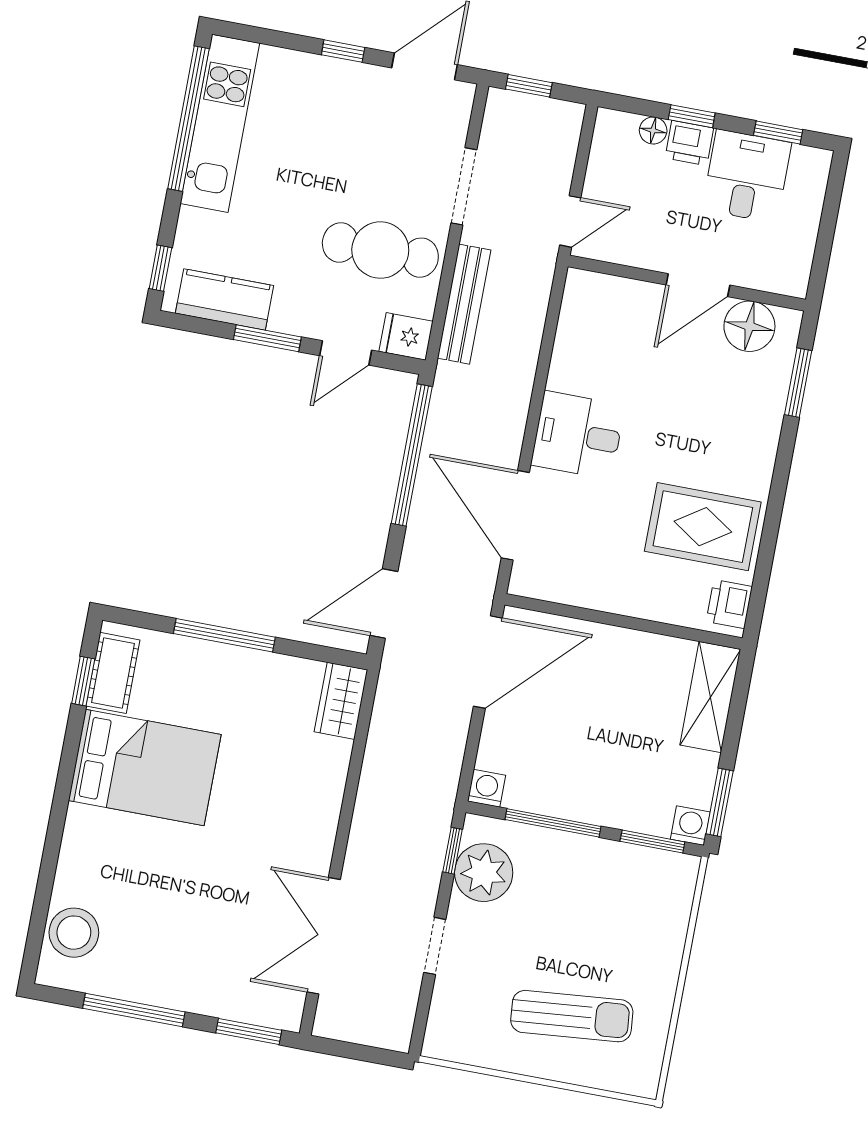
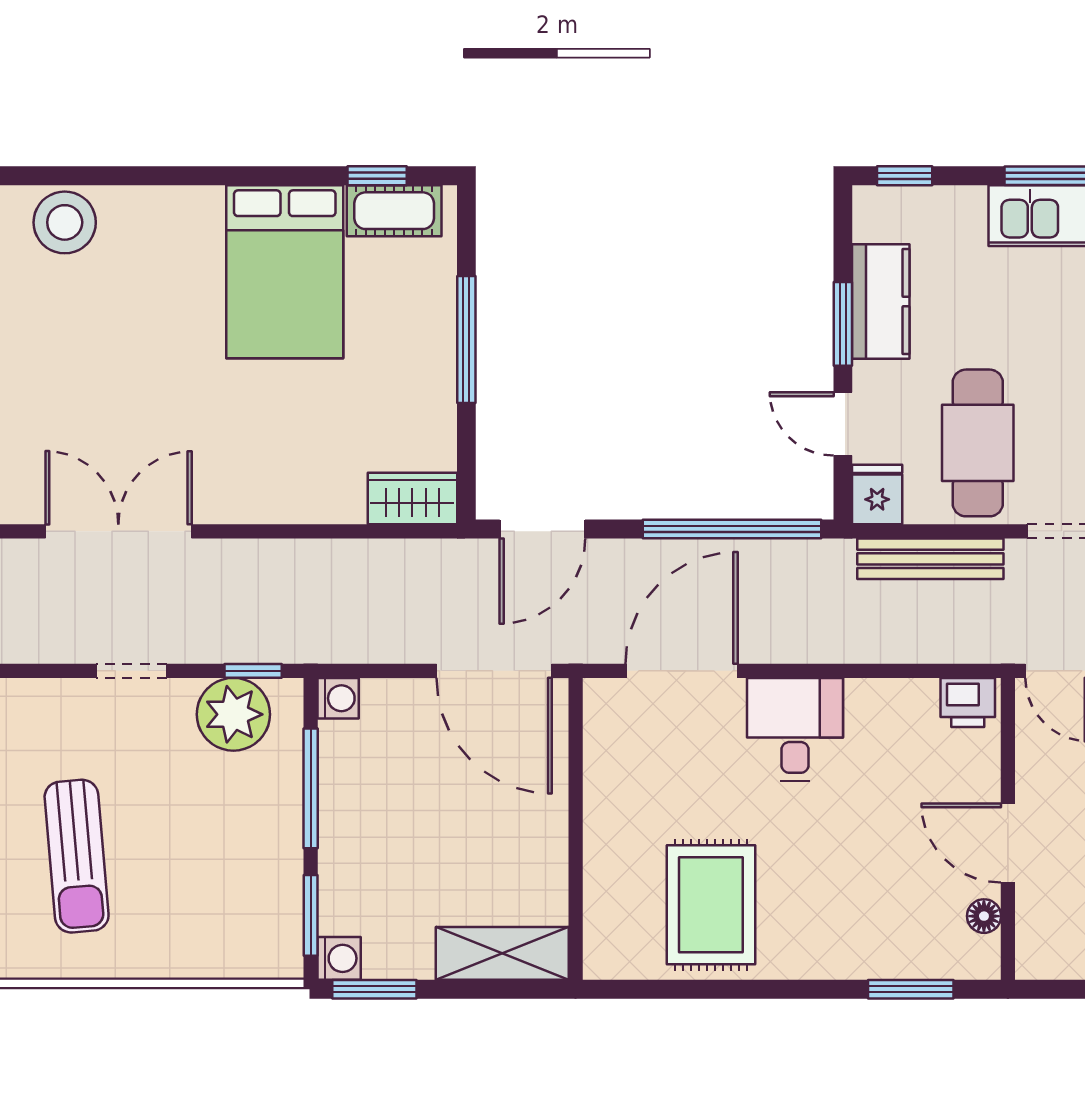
kitchen counter: (225, 299) -> (881, 302), moved
floor lamp: (749, 326) -> (984, 916), width x0.53, depth x0.53
door: (384, 604) -> (542, 529), swing flipped
printer: (729, 604) -> (968, 702), moved, turned 180

